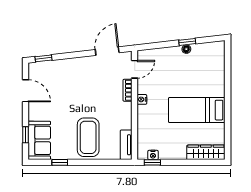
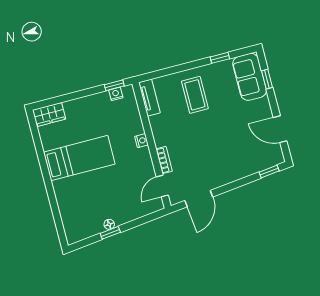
nightstand: (142, 99) -> (141, 141), moved
coffee table: (88, 137) -> (195, 95), width x0.73, depth x0.76
wardrobe: (206, 152) -> (49, 115), width x0.67

